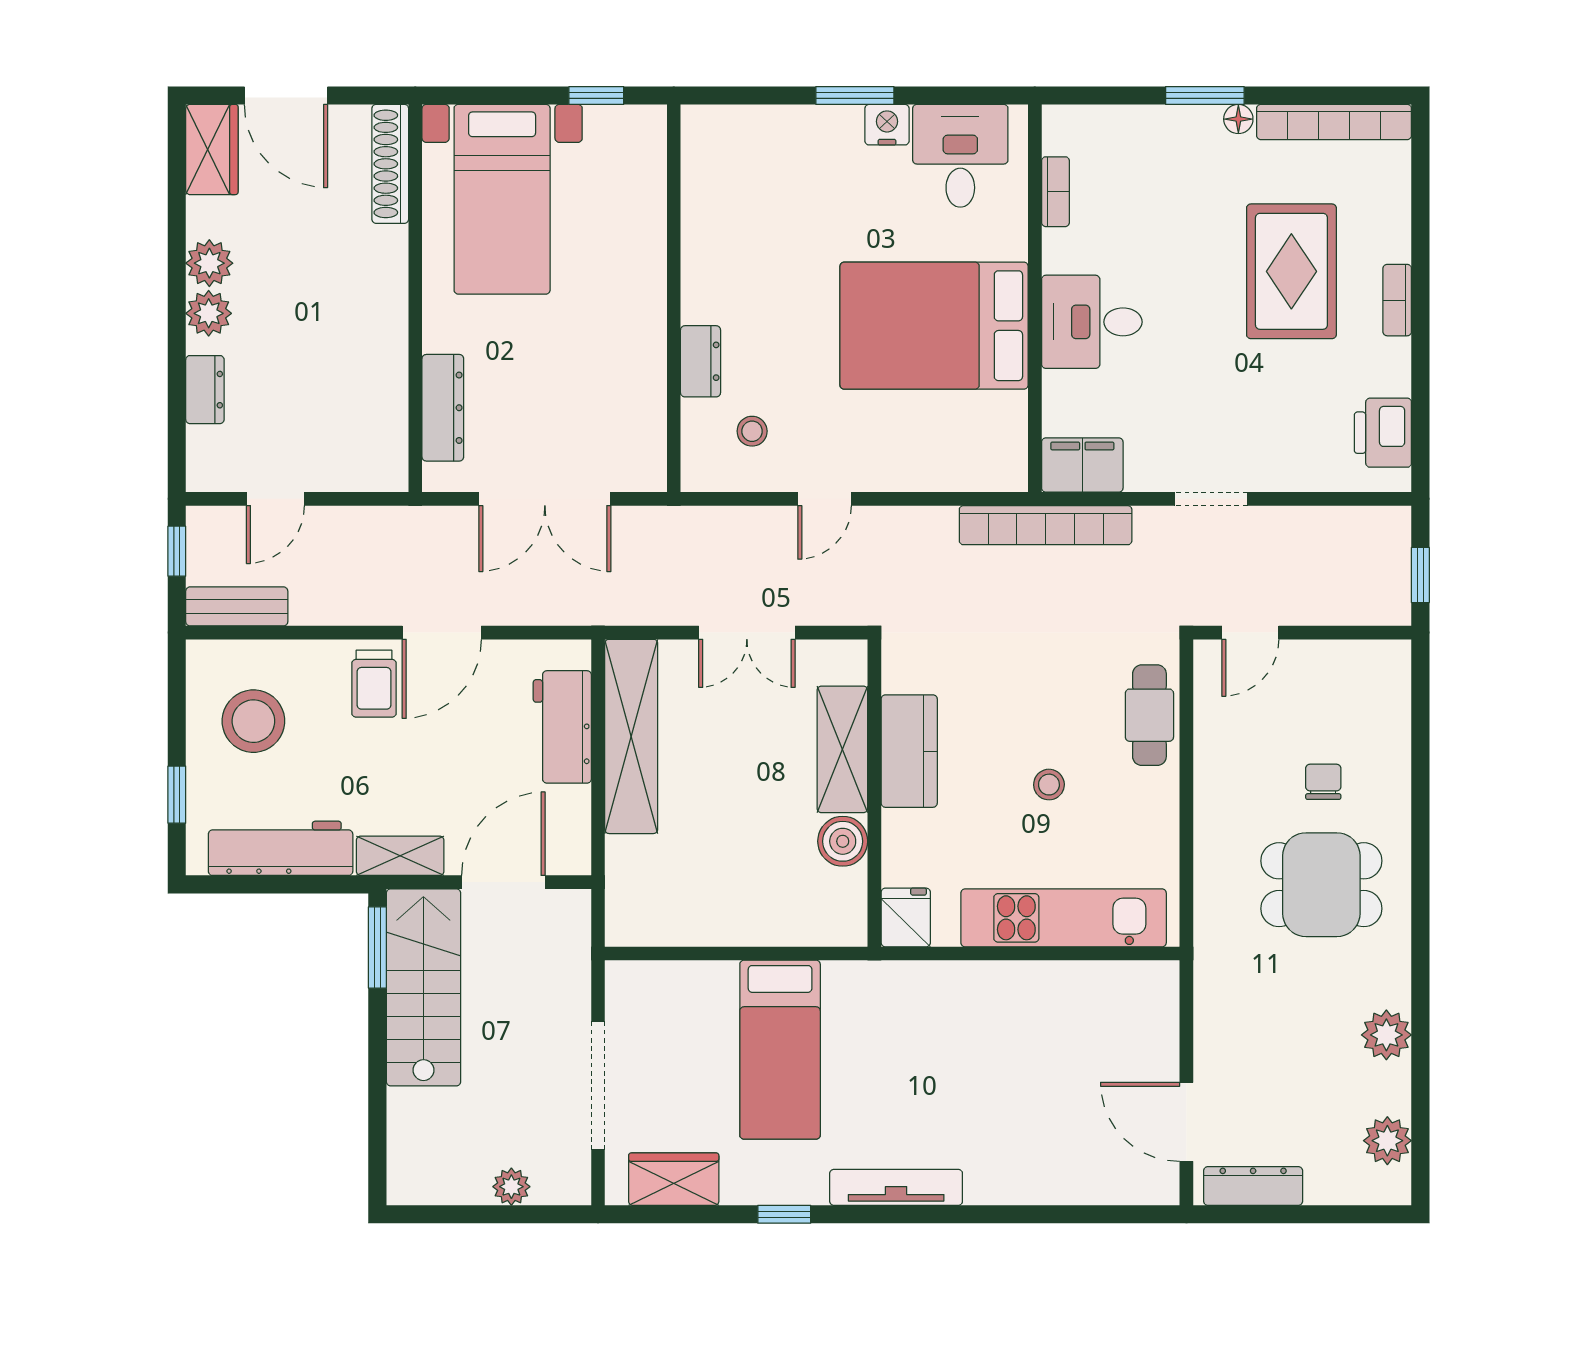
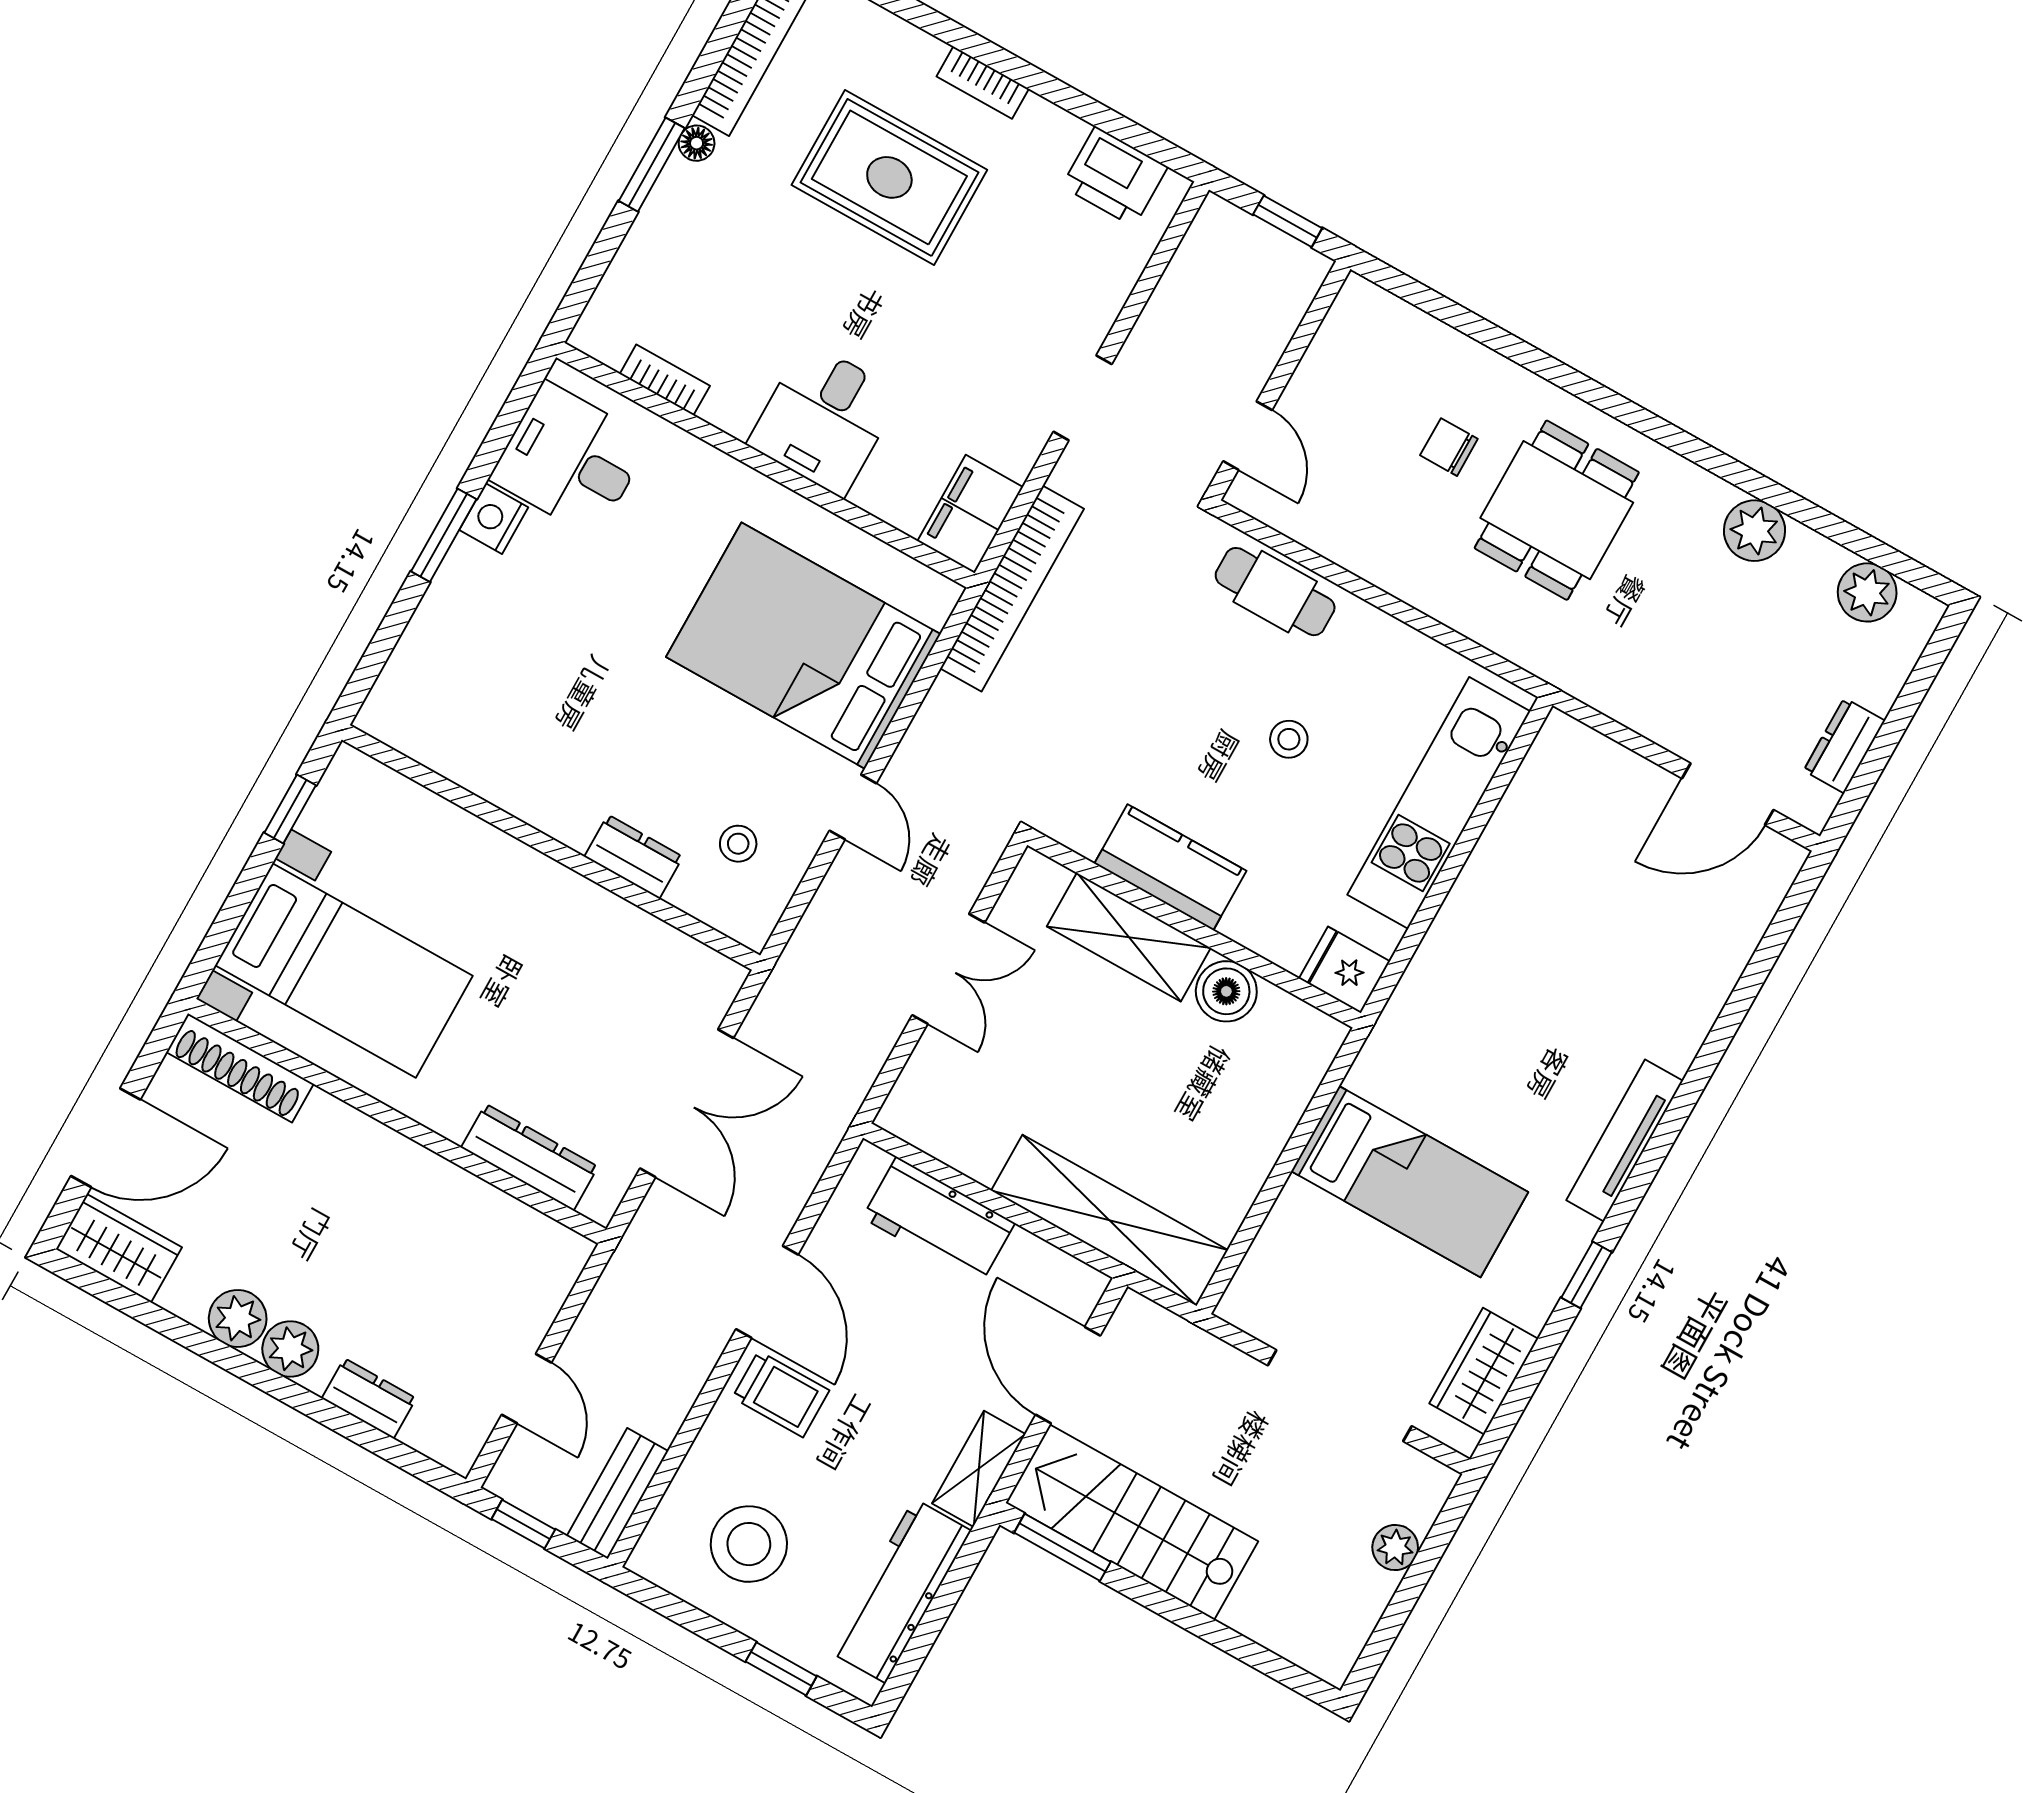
bed: (934, 326) -> (803, 646), moved, turned 90
shelving: (631, 736) -> (1110, 1220), moved
dresser: (1253, 1186) -> (1844, 746), width x0.70

